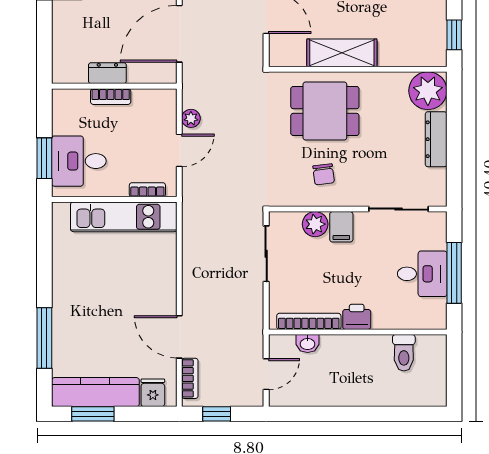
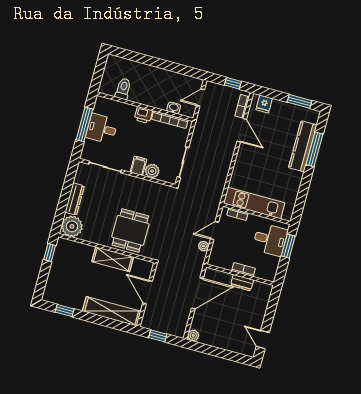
dining table: (325, 111) -> (130, 230), turned 90
chair: (324, 174) -> (140, 197), removed
kitchen counter: (95, 392) -> (303, 146), moved, turned 90

